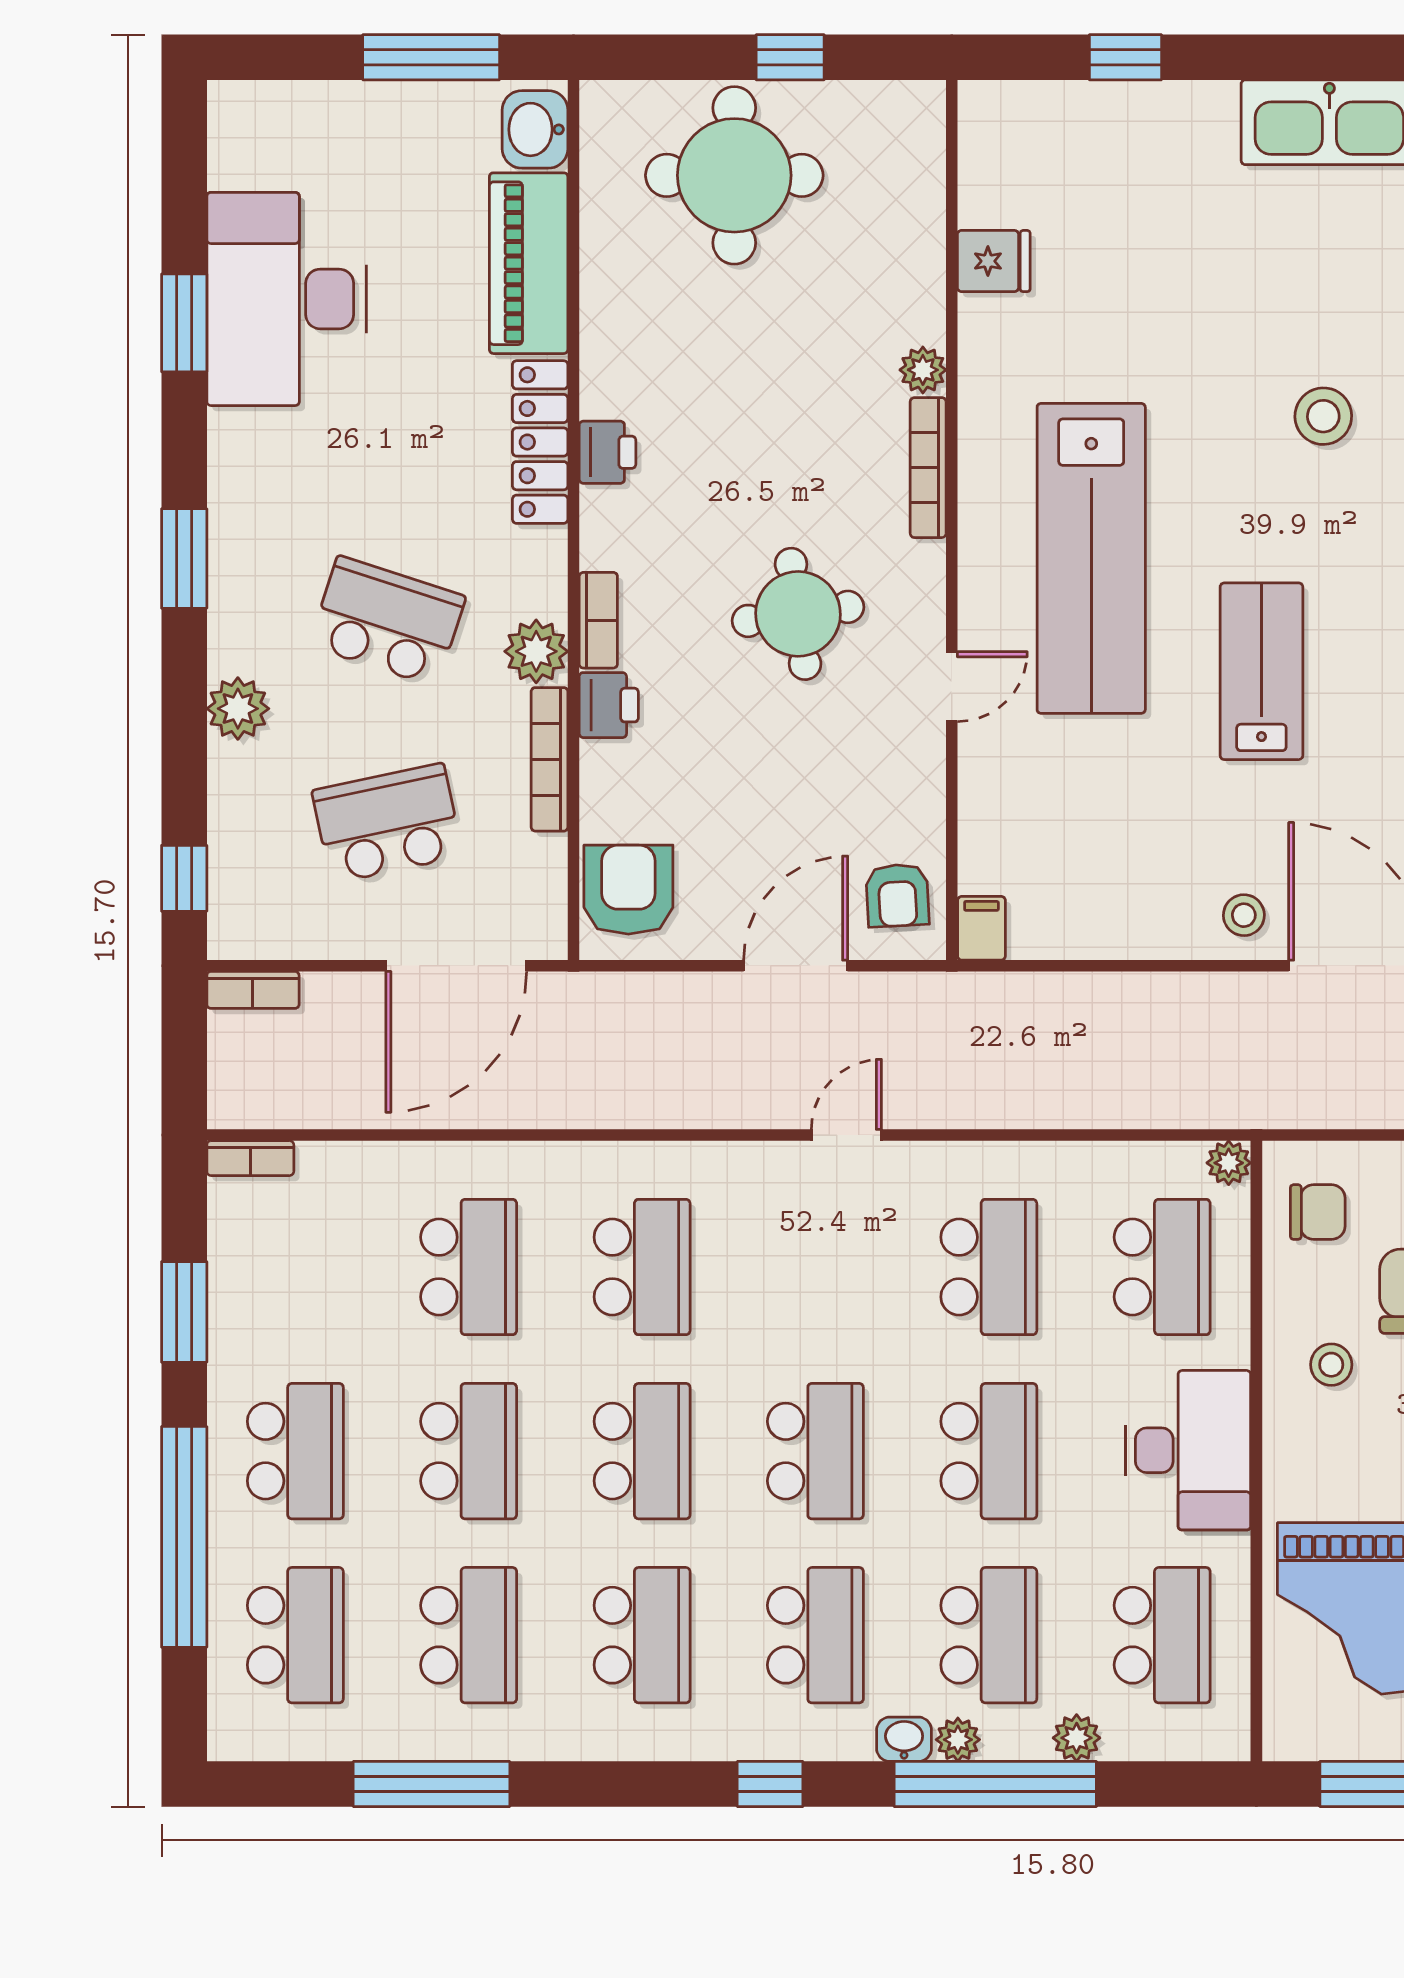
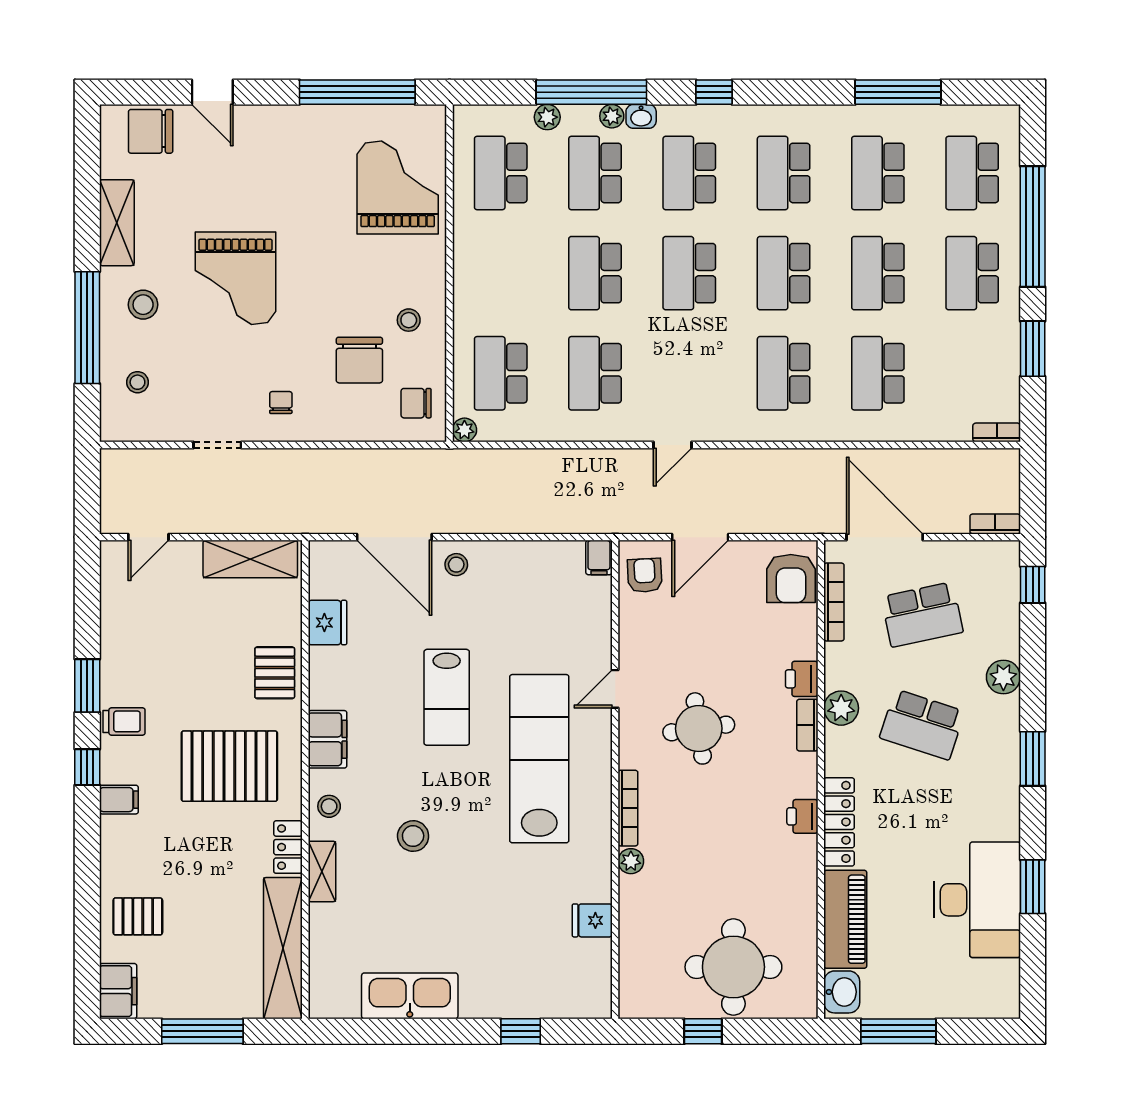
bookcase: (550, 759) -> (834, 602), moved
door: (456, 966) -> (885, 537), hinge flipped
desk: (1188, 1450) -> (487, 274), removed

